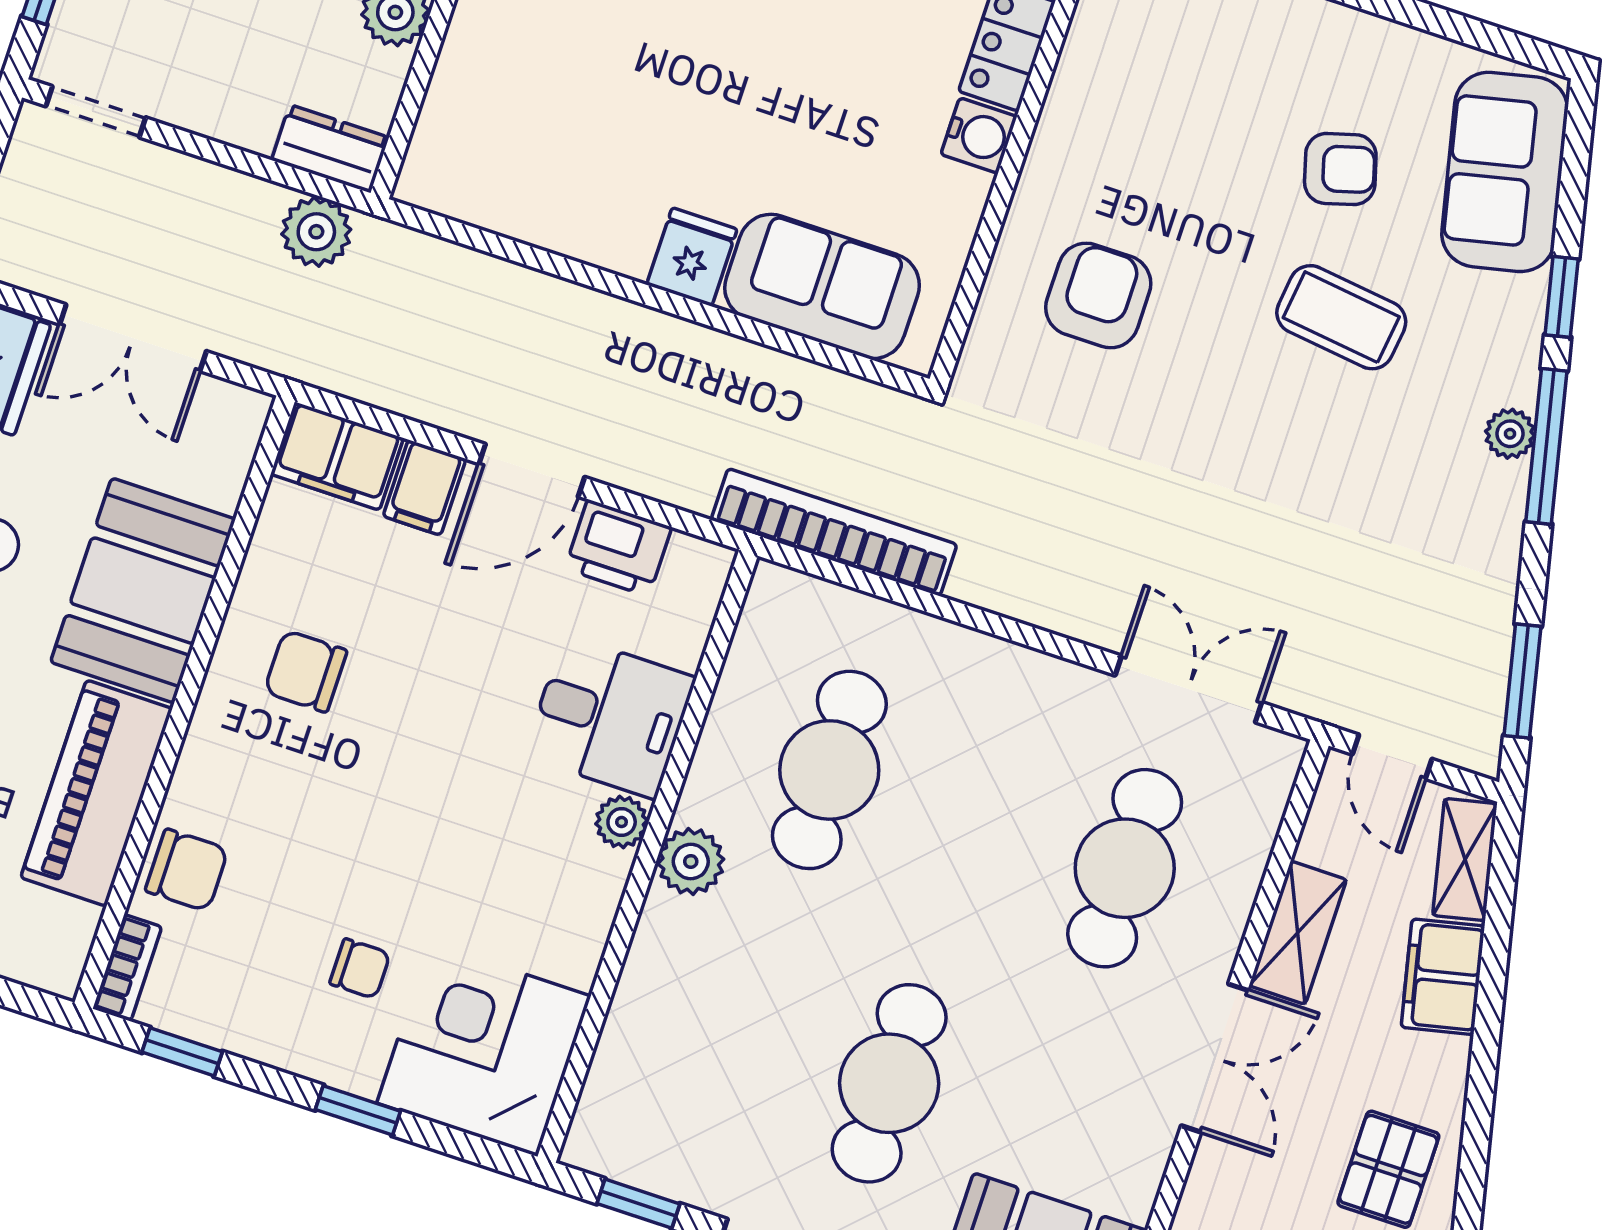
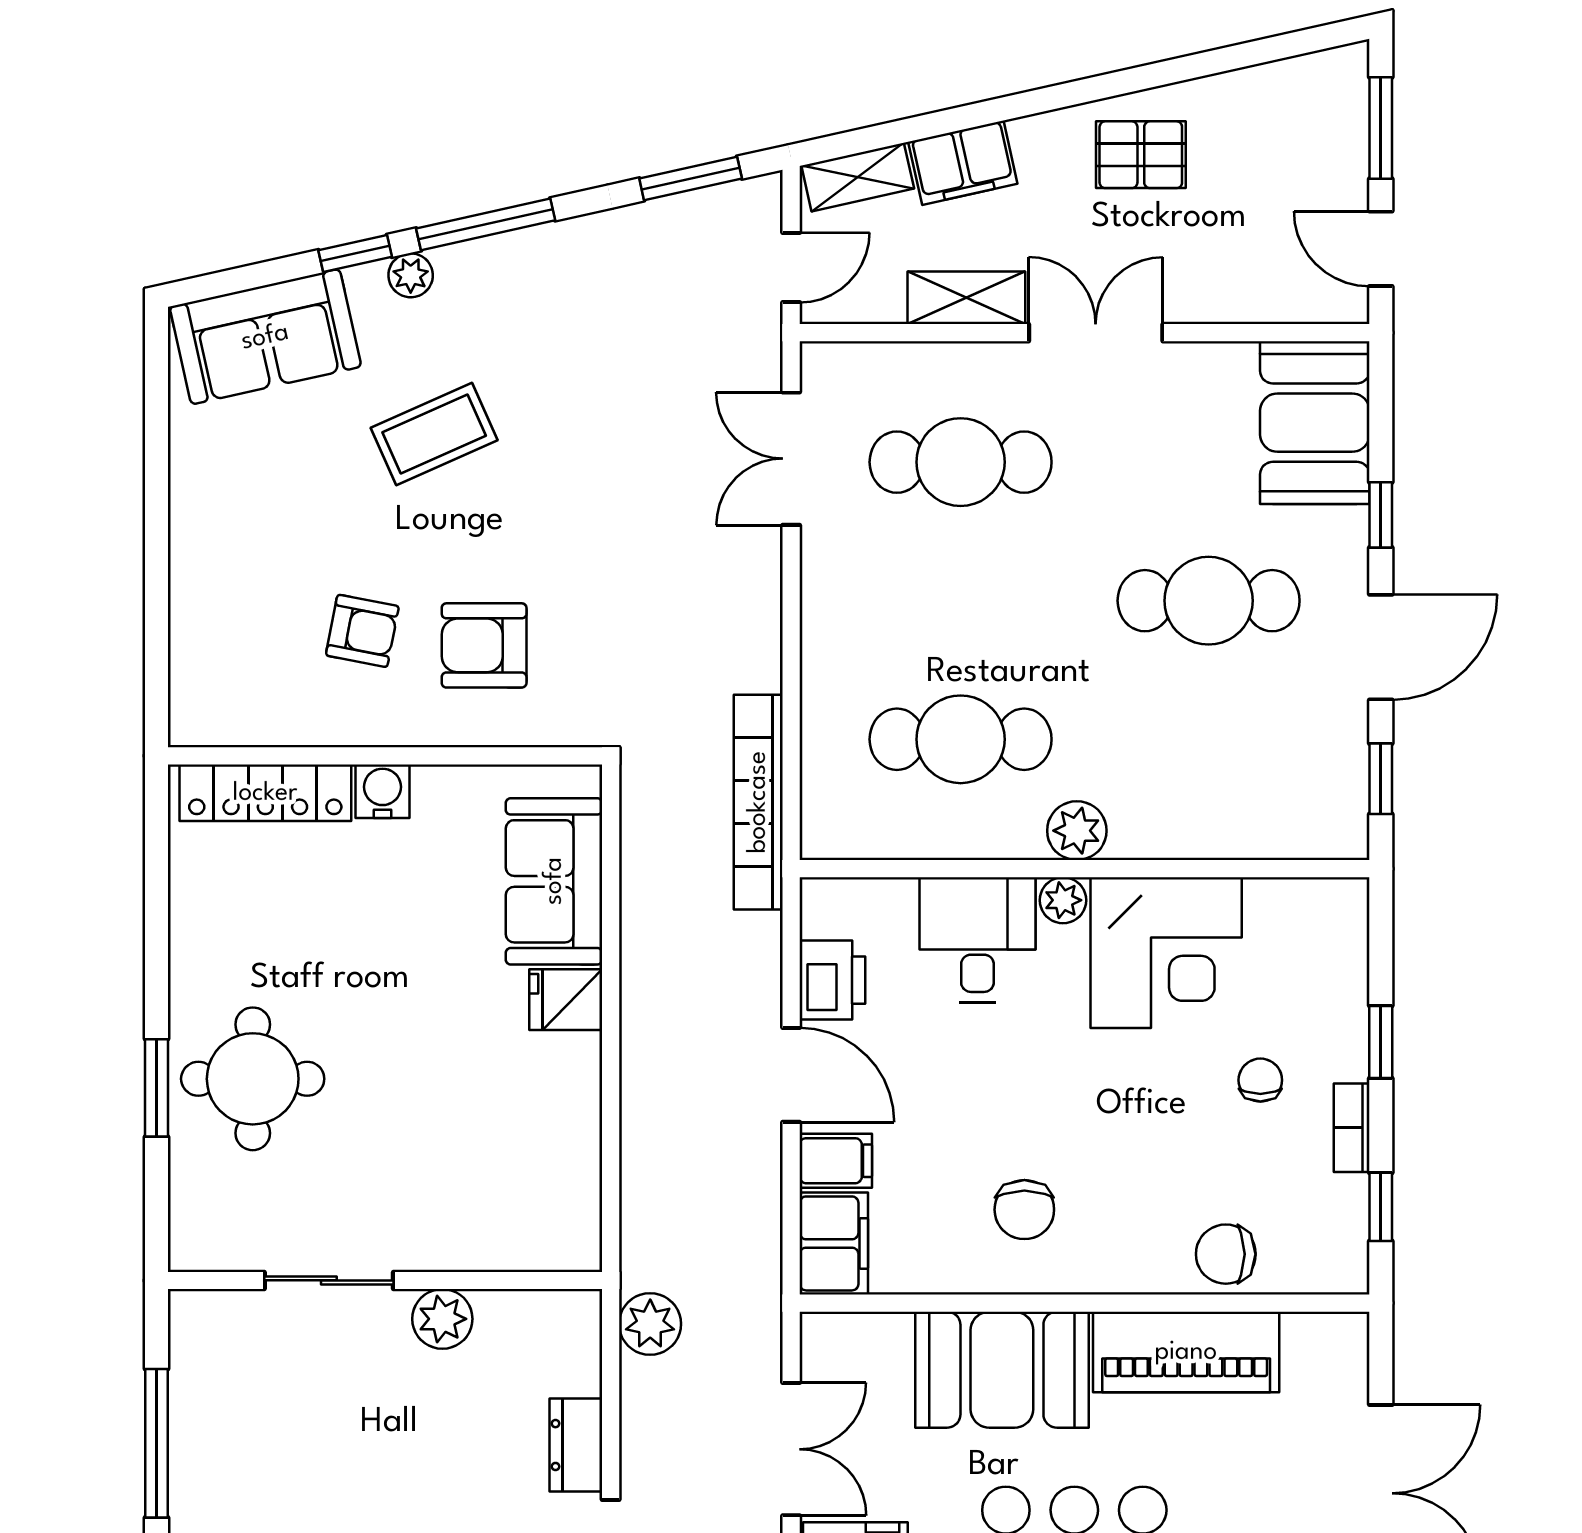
dresser: (330, 149) -> (576, 1445), moved
armchair: (1340, 169) -> (362, 631), moved, turned 117
coffee table: (1341, 317) -> (434, 434), turned 59
plant: (1510, 434) -> (411, 275), moved
chair: (187, 870) -> (1226, 1254), turned -90
bookcase: (127, 968) -> (1352, 1128), moved, turned -90
corner desk: (484, 1050) -> (1166, 953), moved, turned -90

